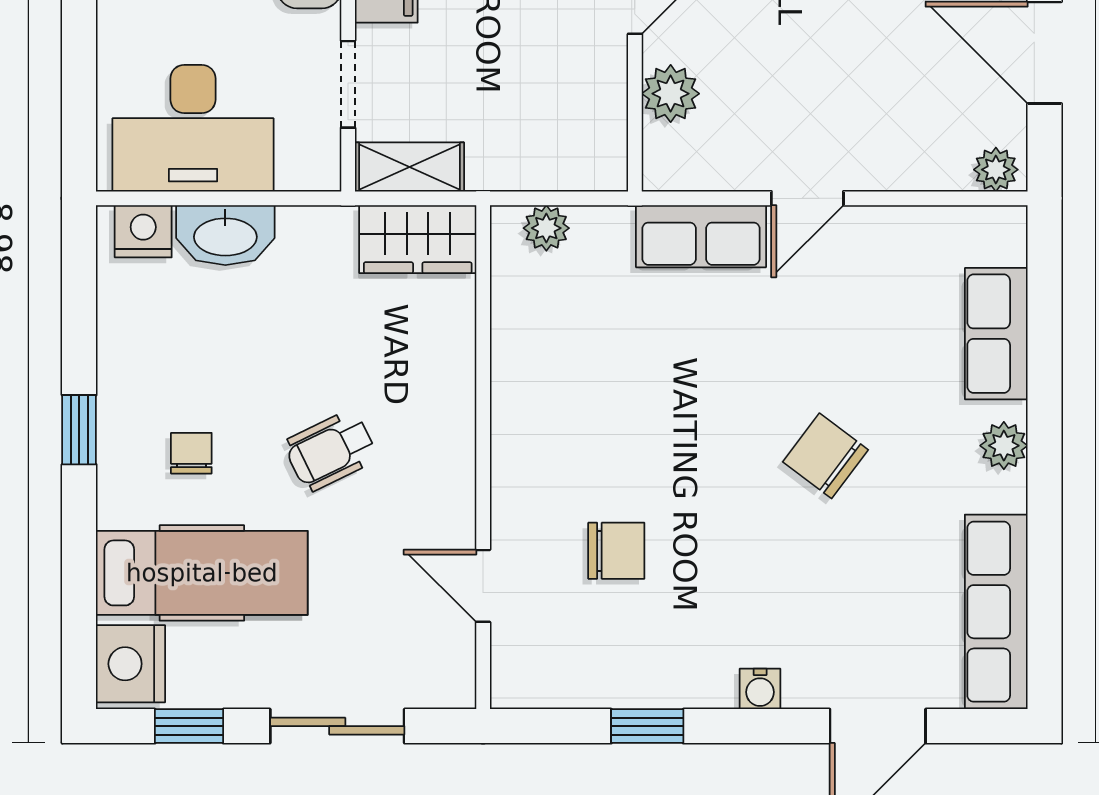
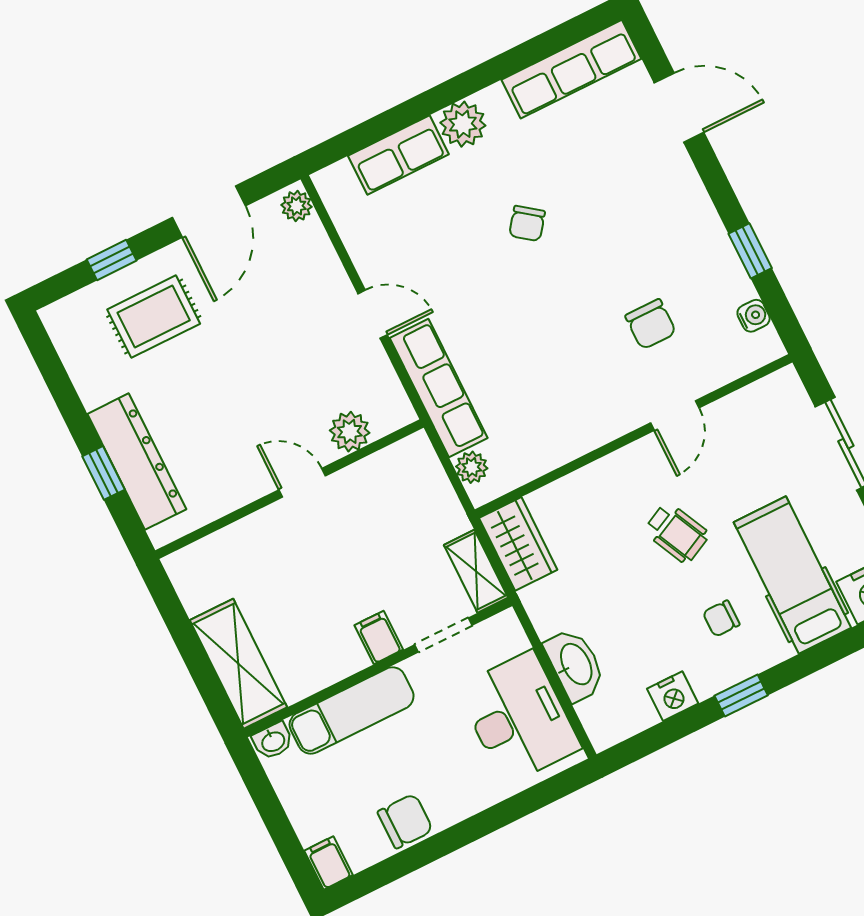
nightstand: (143, 231) -> (673, 696), moved, turned -90
row of seats: (701, 236) -> (439, 388), width x1.48
plant: (1004, 446) -> (463, 124), width x1.38, depth x1.38
chair: (825, 456) -> (527, 223), width x0.73, depth x0.73
chair: (616, 551) -> (651, 324), turned 180
door: (483, 586) -> (675, 415), moved
water cooler: (760, 689) -> (754, 316), moved

